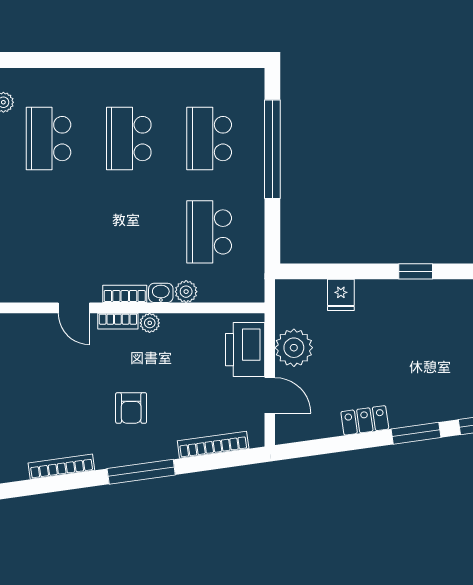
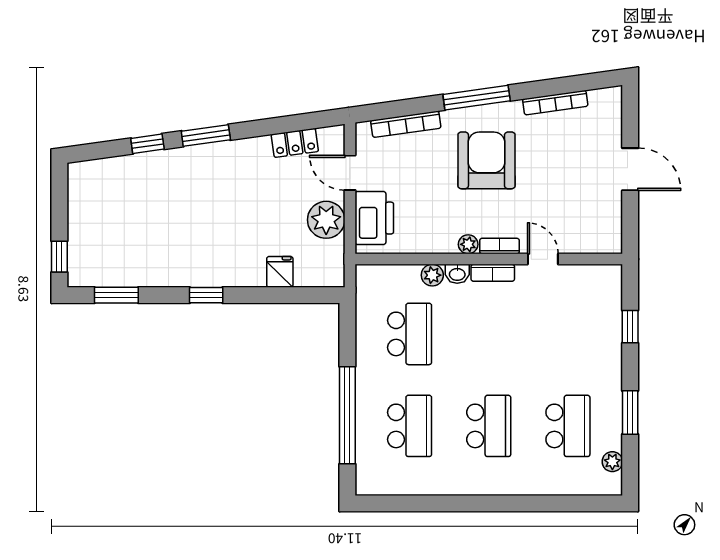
armchair: (131, 408) -> (486, 160), width x1.88, depth x1.88
locker: (365, 420) -> (295, 143), moved

